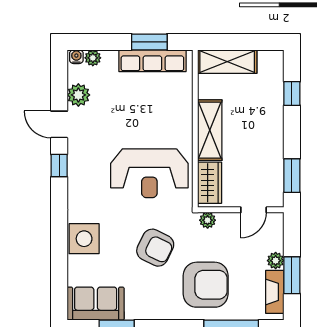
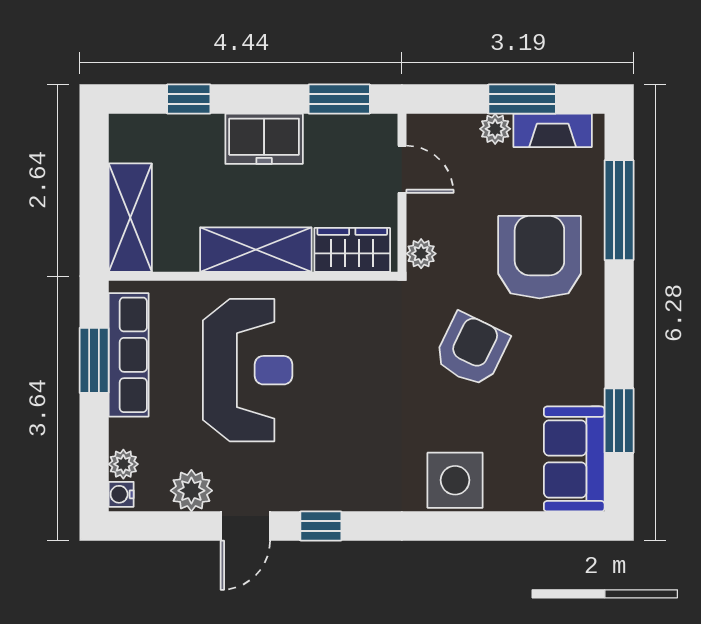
freezer: (270, 135) -> (264, 139), added
reception desk: (149, 173) -> (248, 370), moved

